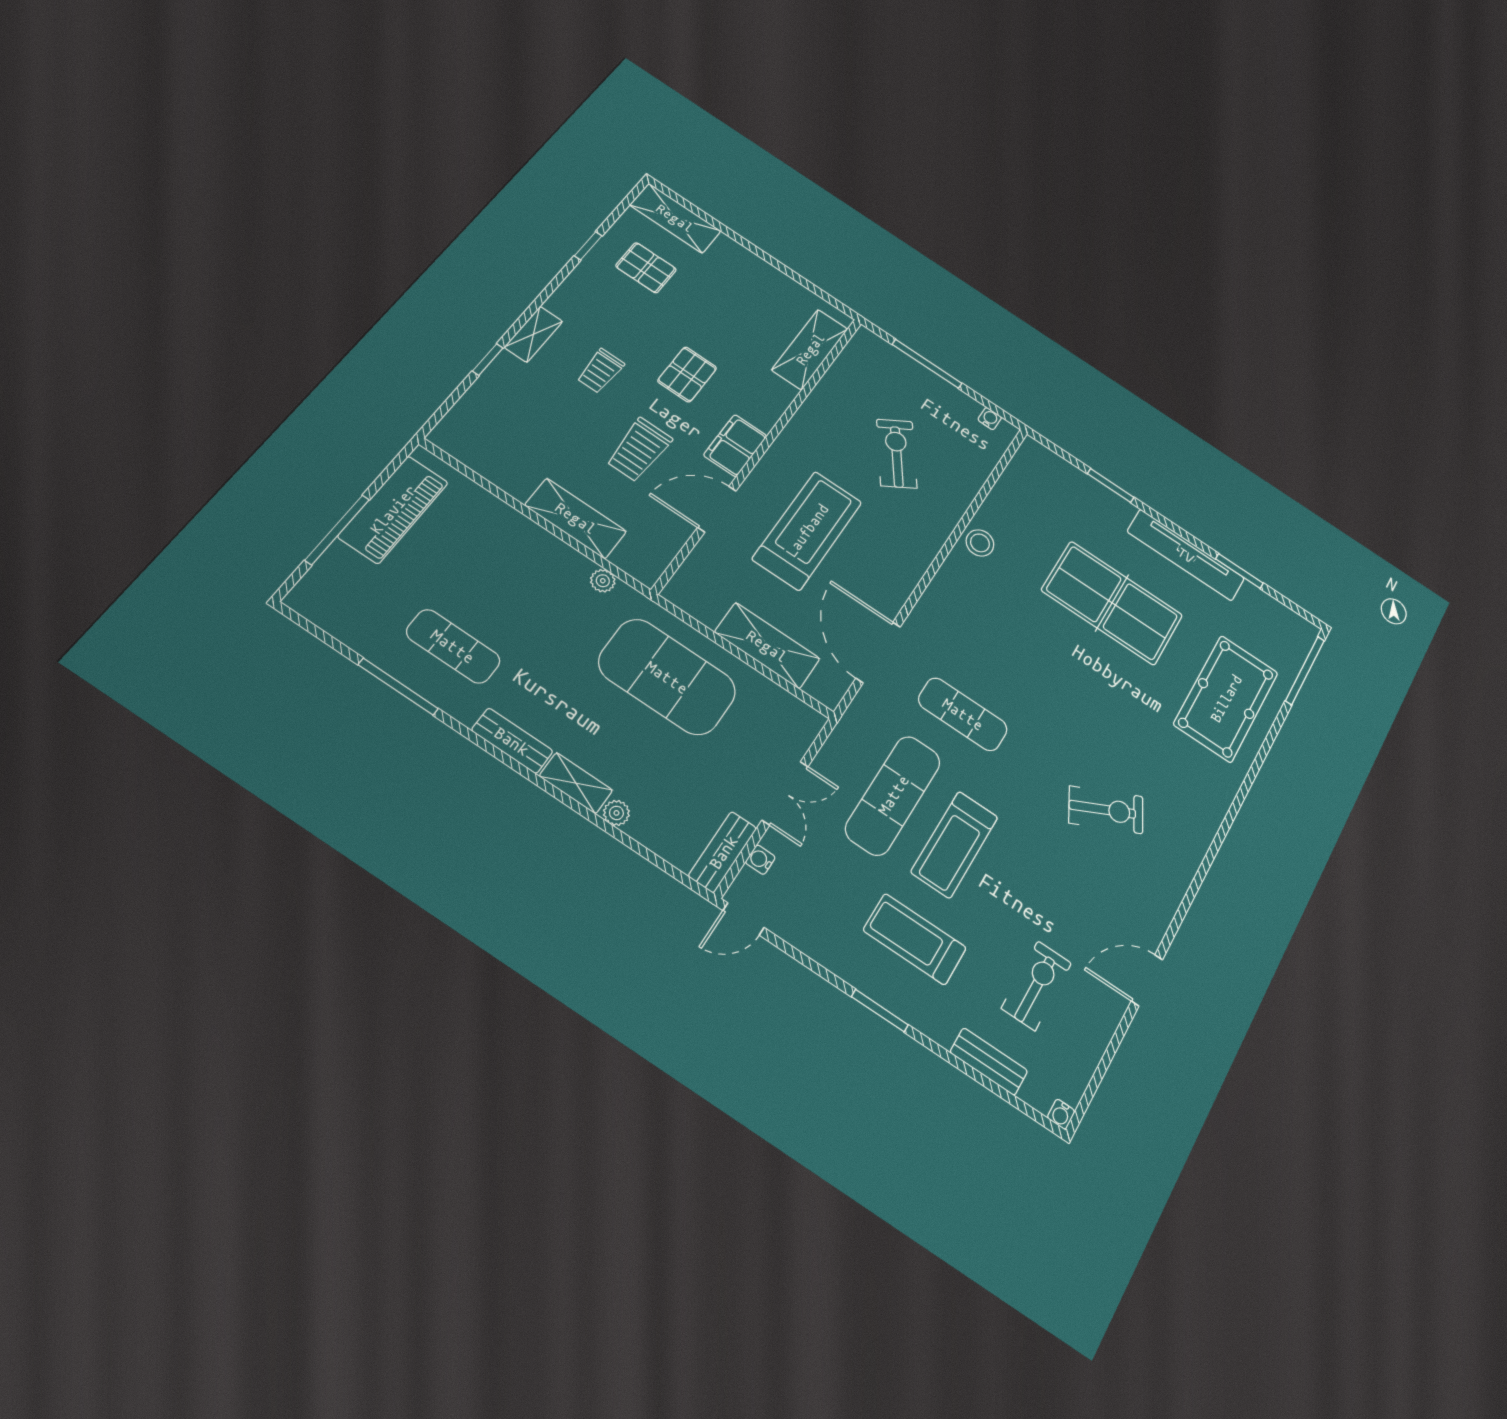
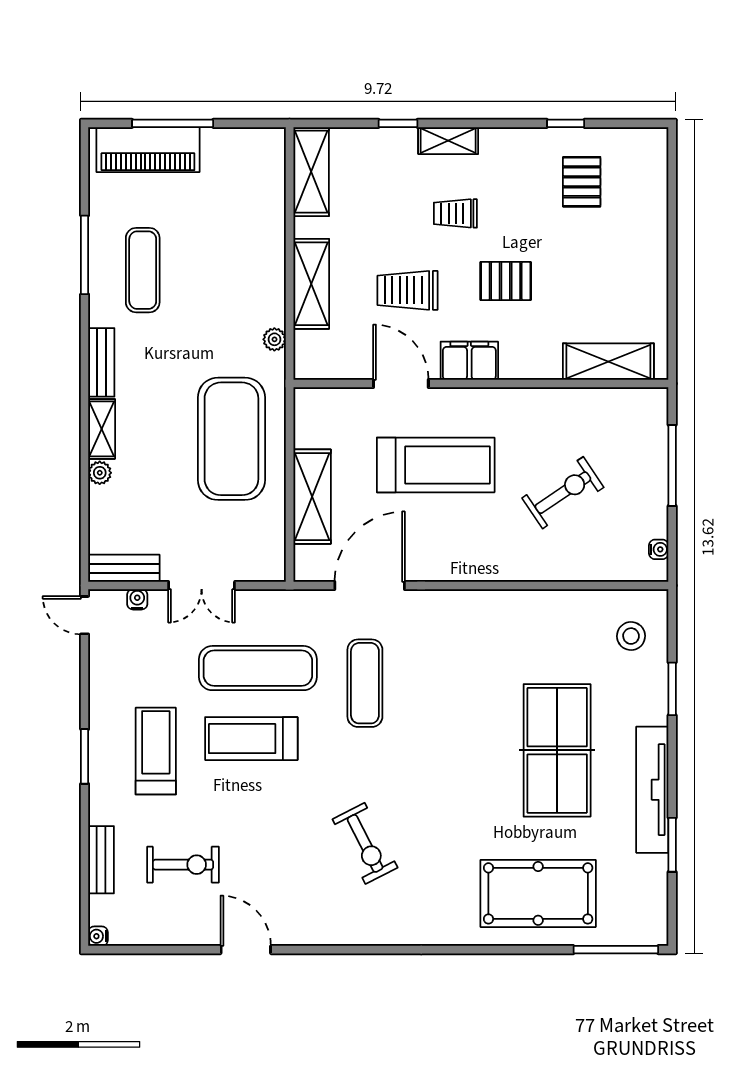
shelving: (675, 218) -> (311, 172), moved
piano: (393, 509) -> (148, 150), moved
stool: (980, 543) -> (631, 636), moved

